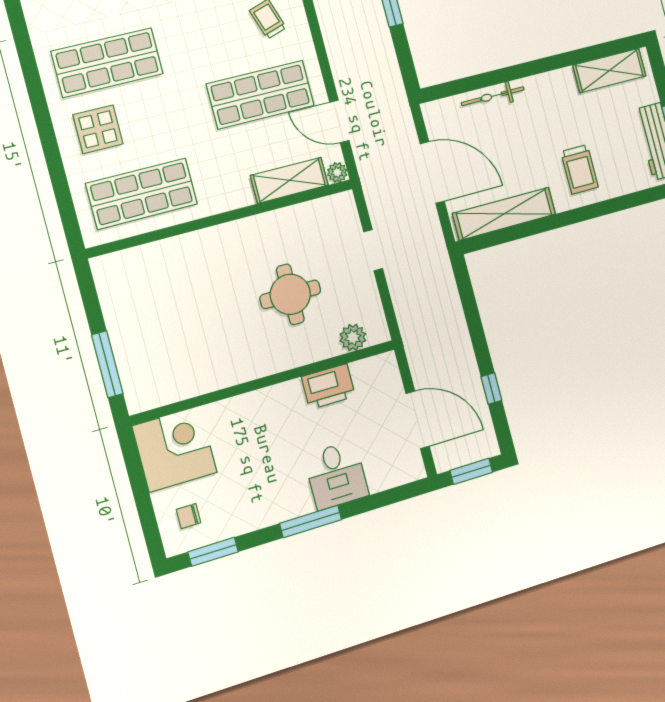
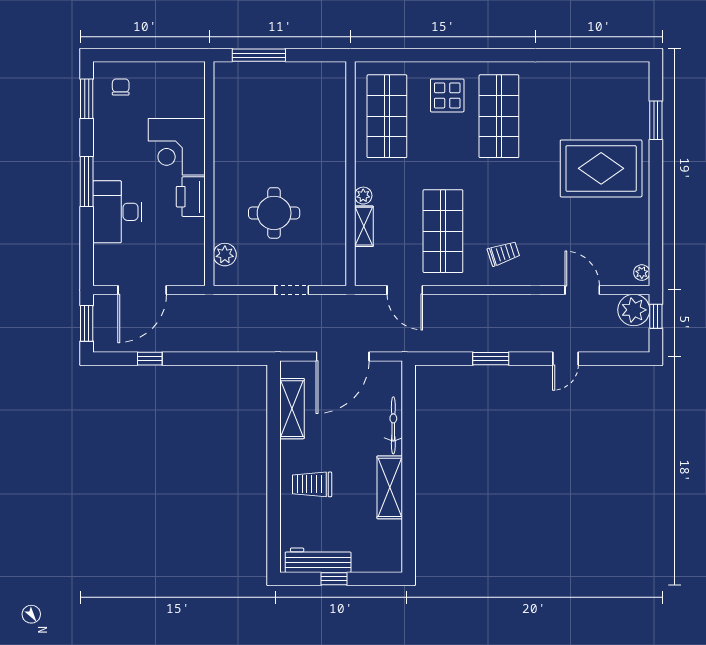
shelving: (609, 70) -> (390, 487), moved
door: (339, 121) -> (405, 290), swing flipped
plant: (337, 172) -> (363, 196), moved
shelving: (289, 180) -> (364, 226), width x0.67, depth x0.75
shelving: (504, 214) -> (292, 409), width x0.68
printer: (328, 386) -> (191, 197), moved
corner desk: (175, 449) -> (177, 147), moved, turned 90
desk: (336, 475) -> (117, 212), width x1.37

